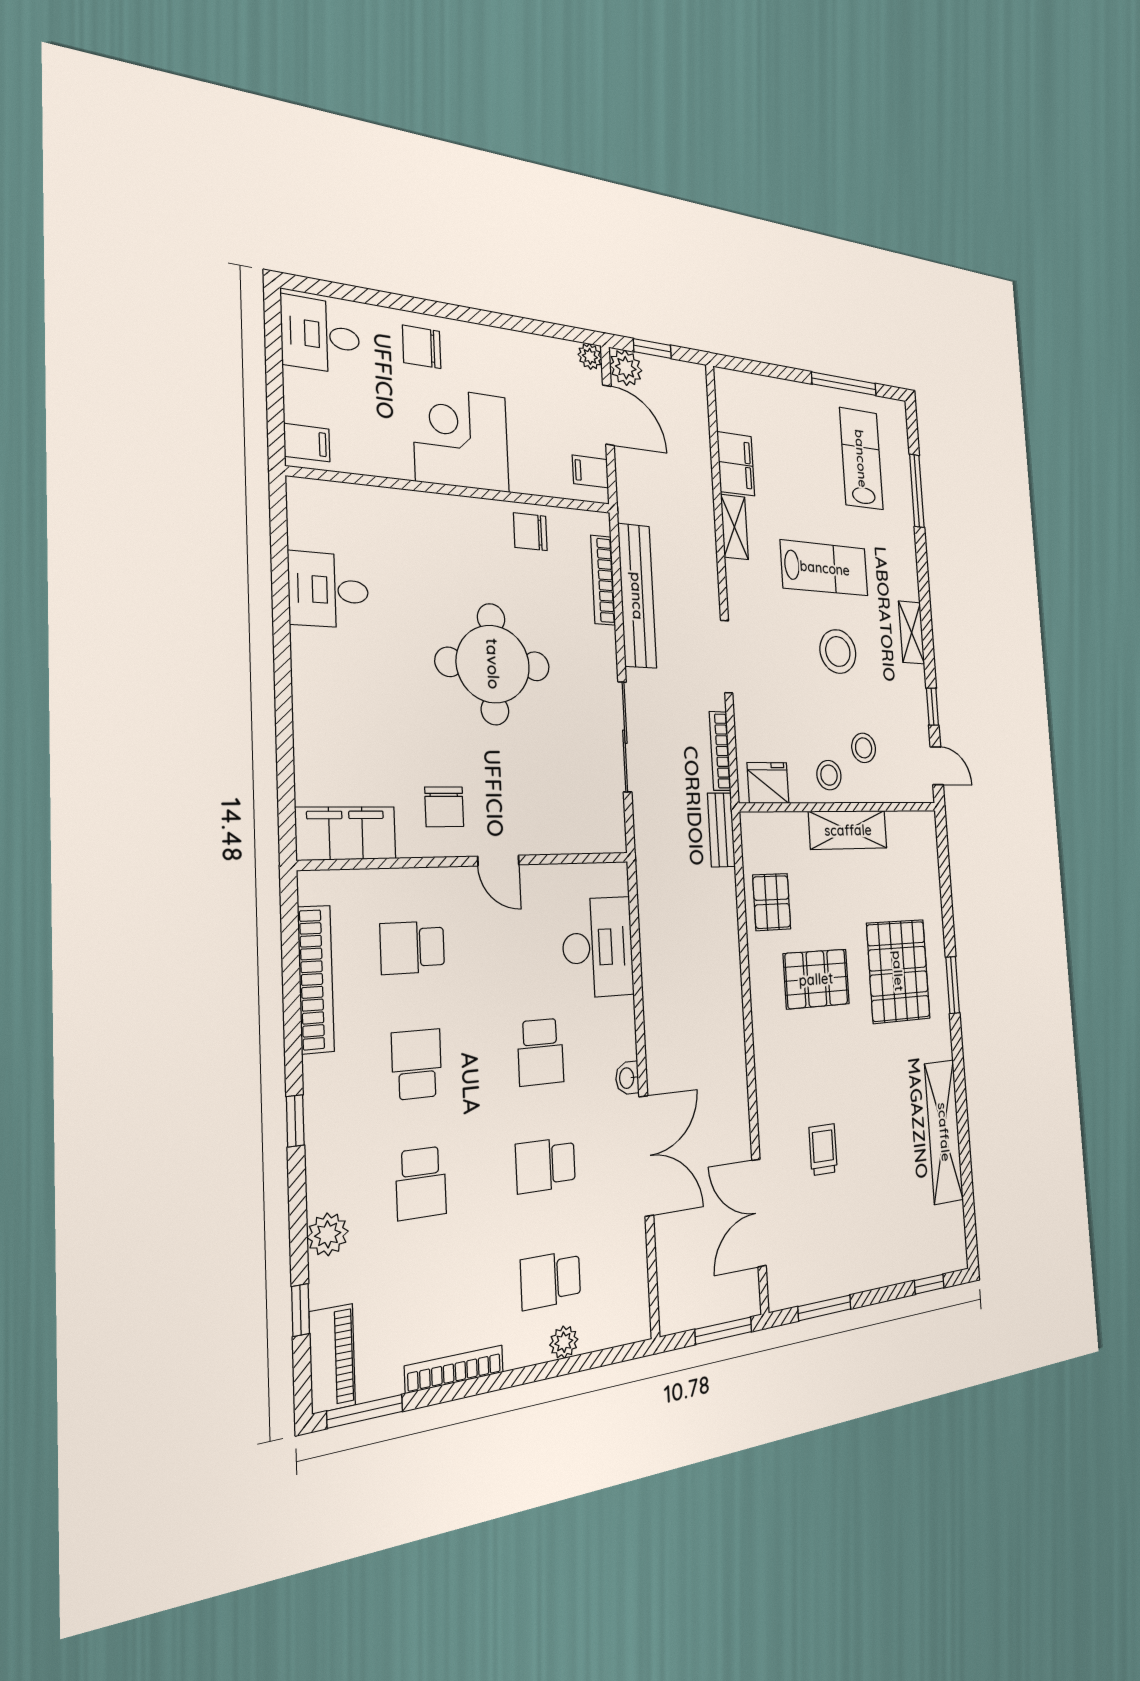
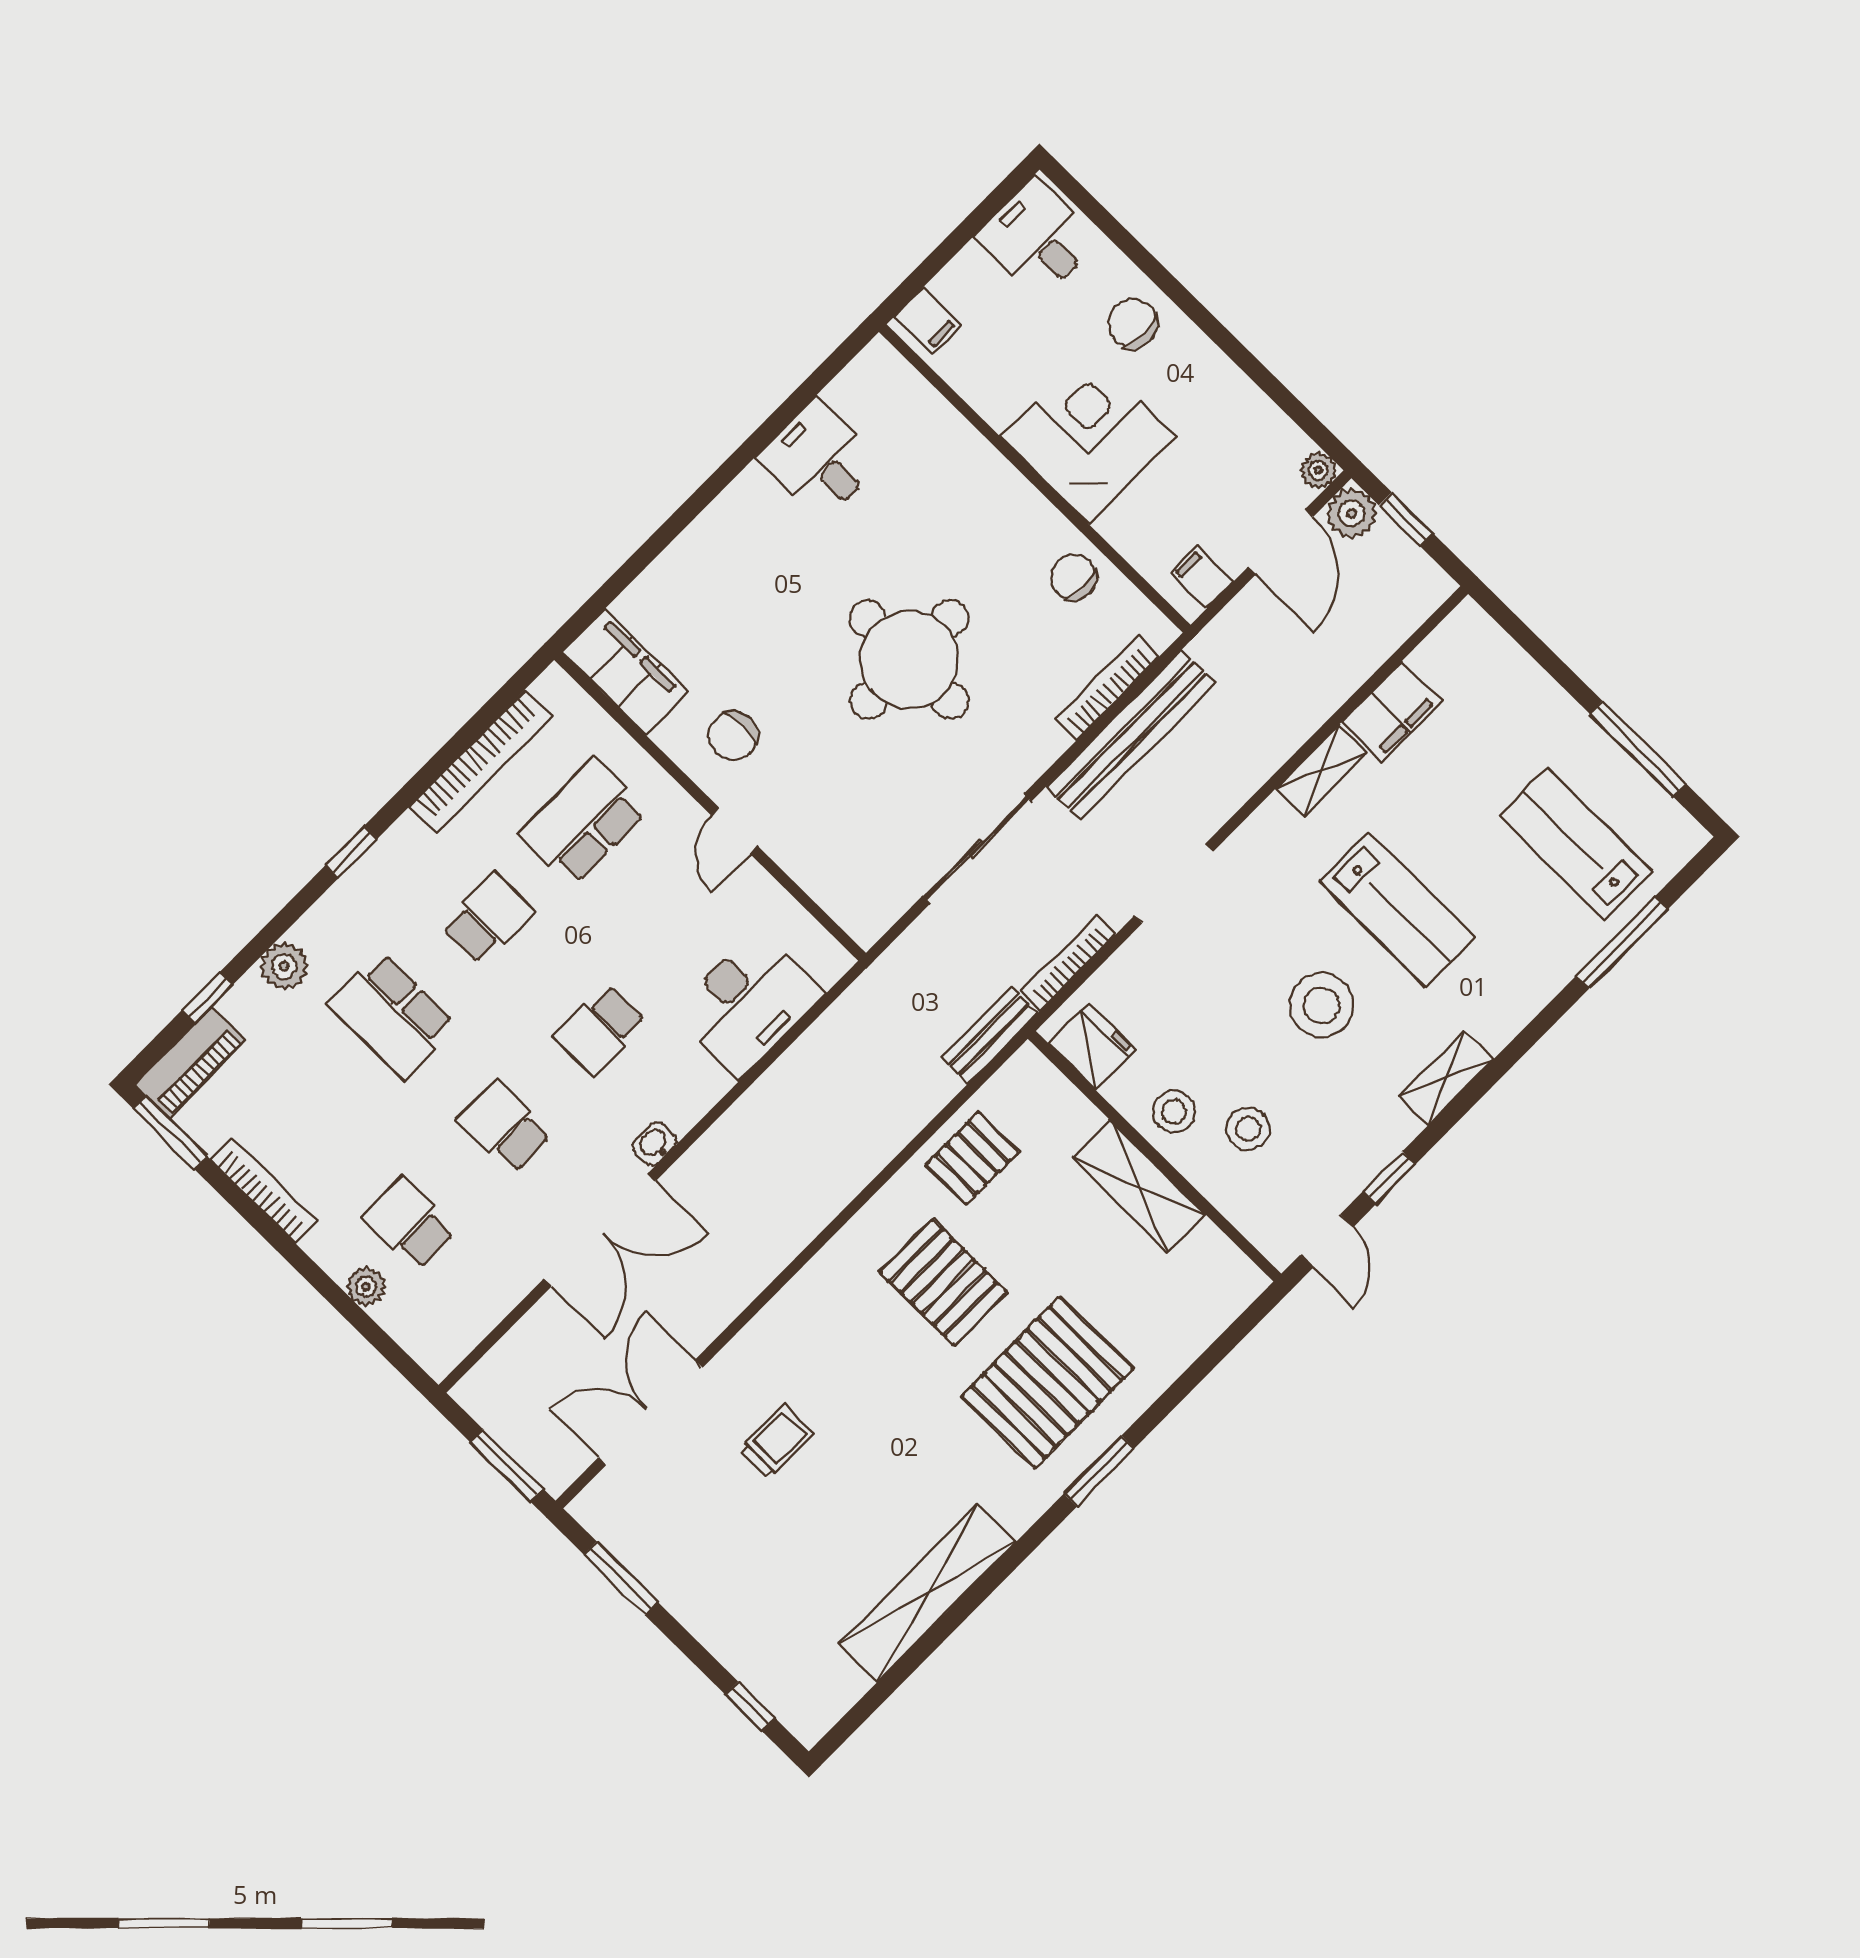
lab bench: (861, 459) -> (1576, 844), turned -90
school desk: (412, 948) -> (583, 822), width x1.85
school desk: (421, 1183) -> (392, 1015), width x1.85

